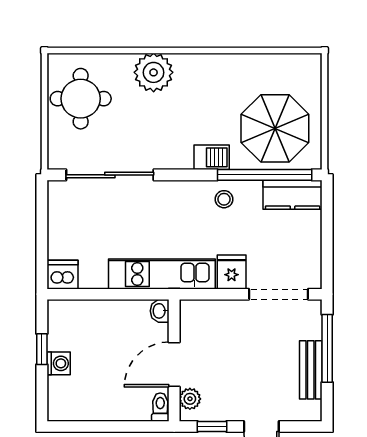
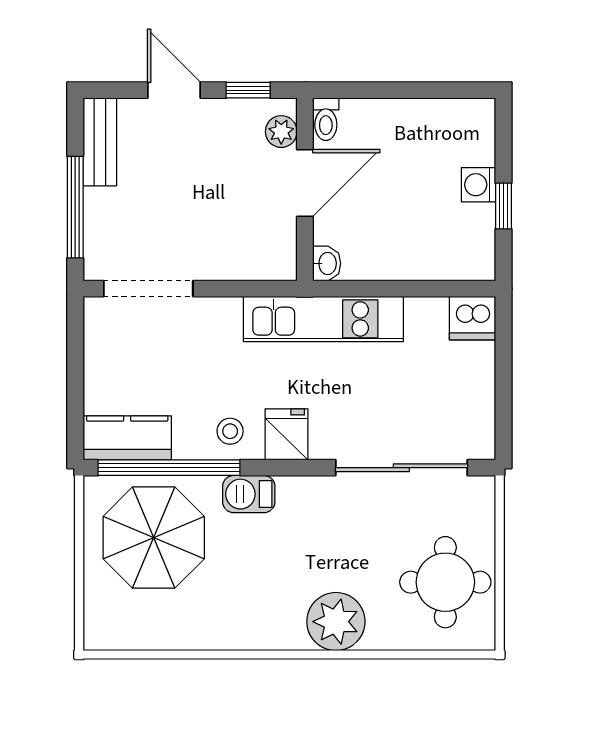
fridge: (232, 272) -> (286, 434), moved, turned 180
bench: (311, 370) -> (100, 142), moved

